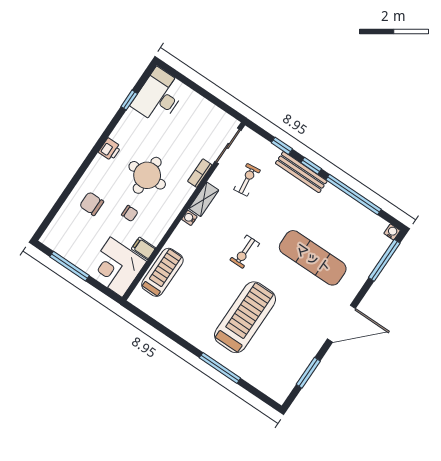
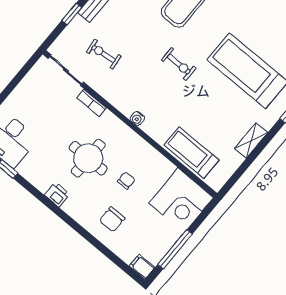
shelving: (204, 199) -> (251, 141), moved, turned 90
filing cabinet: (144, 248) -> (142, 267), moved, turned 90

